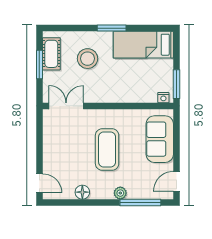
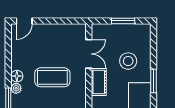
cot: (51, 54) -> (99, 82), moved, turned 90
double door: (66, 106) -> (89, 54), moved
floor lamp: (82, 192) -> (17, 76), moved

